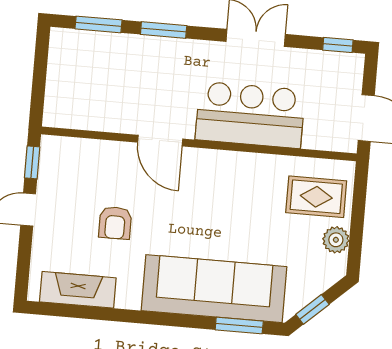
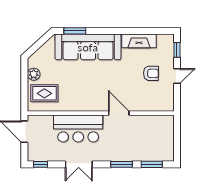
window: (32, 162) -> (177, 50), moved
armchair: (115, 223) -> (151, 73), moved, turned 91
fireplace: (78, 290) -> (139, 41), moved
window: (312, 309) -> (42, 41), removed

